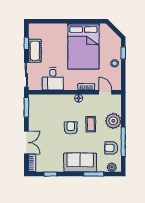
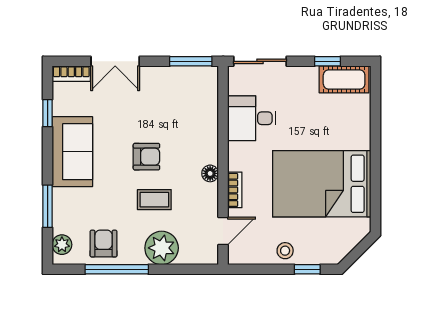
cot: (35, 51) -> (344, 79), moved
sofa: (80, 162) -> (72, 152), moved

